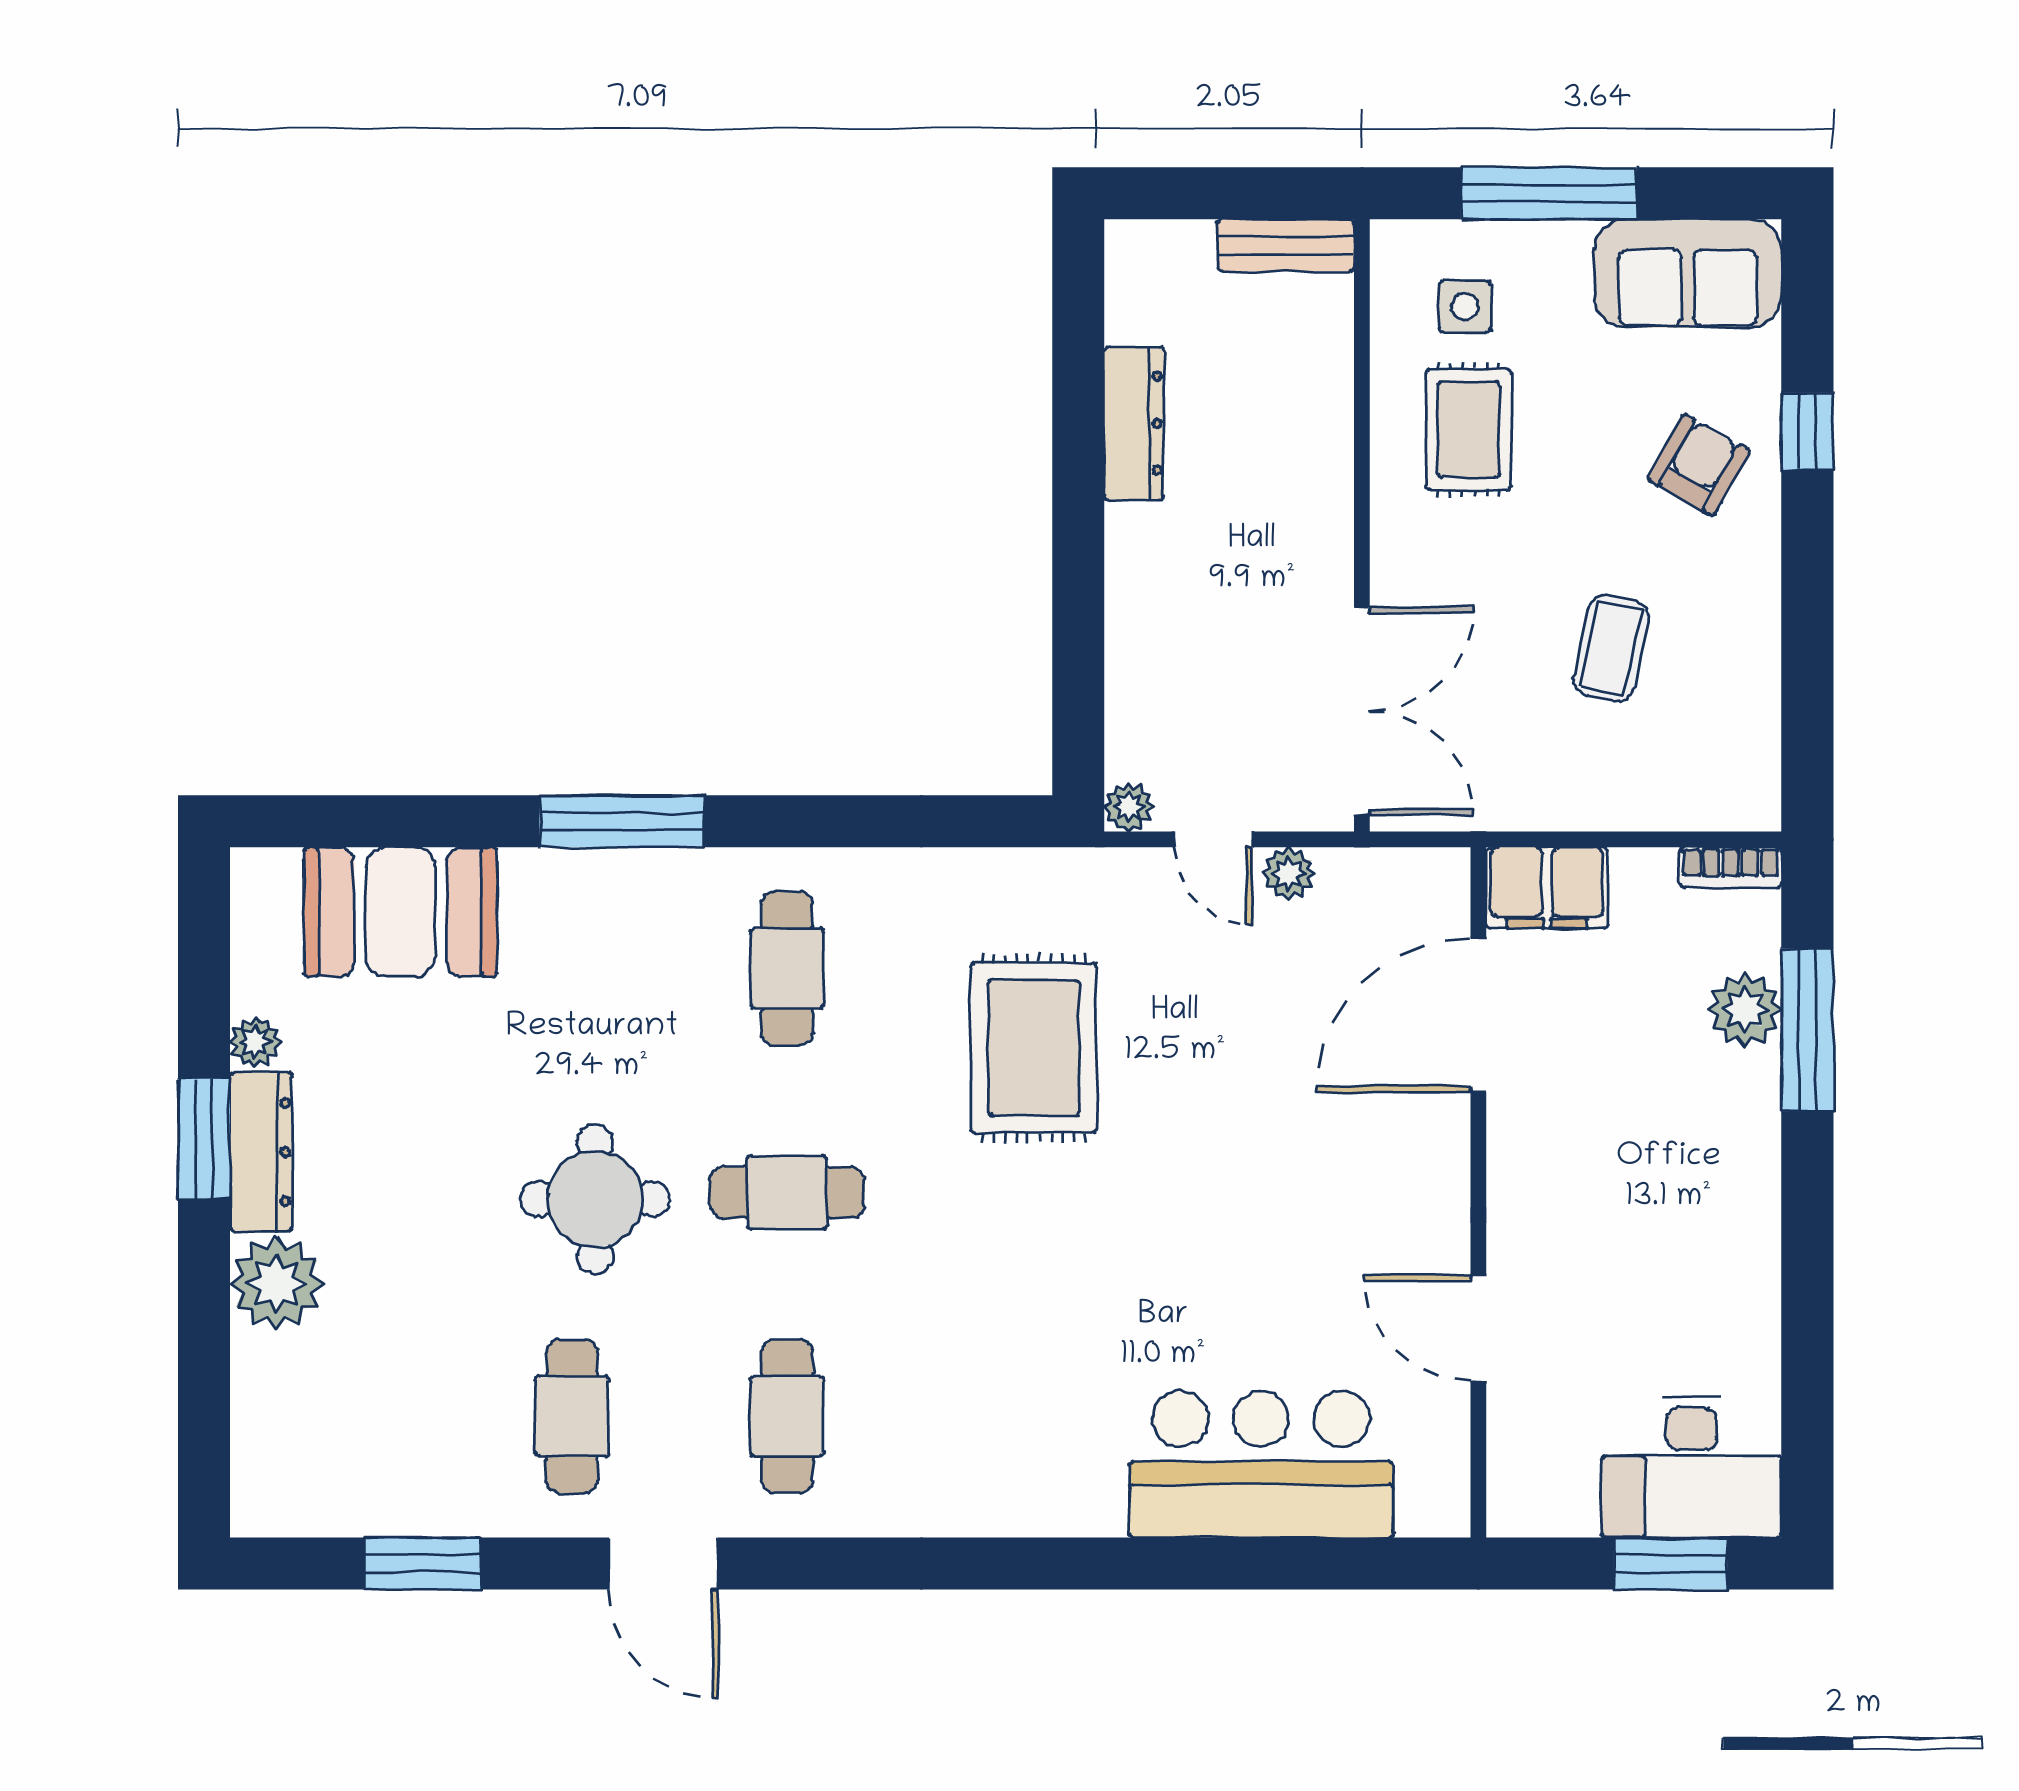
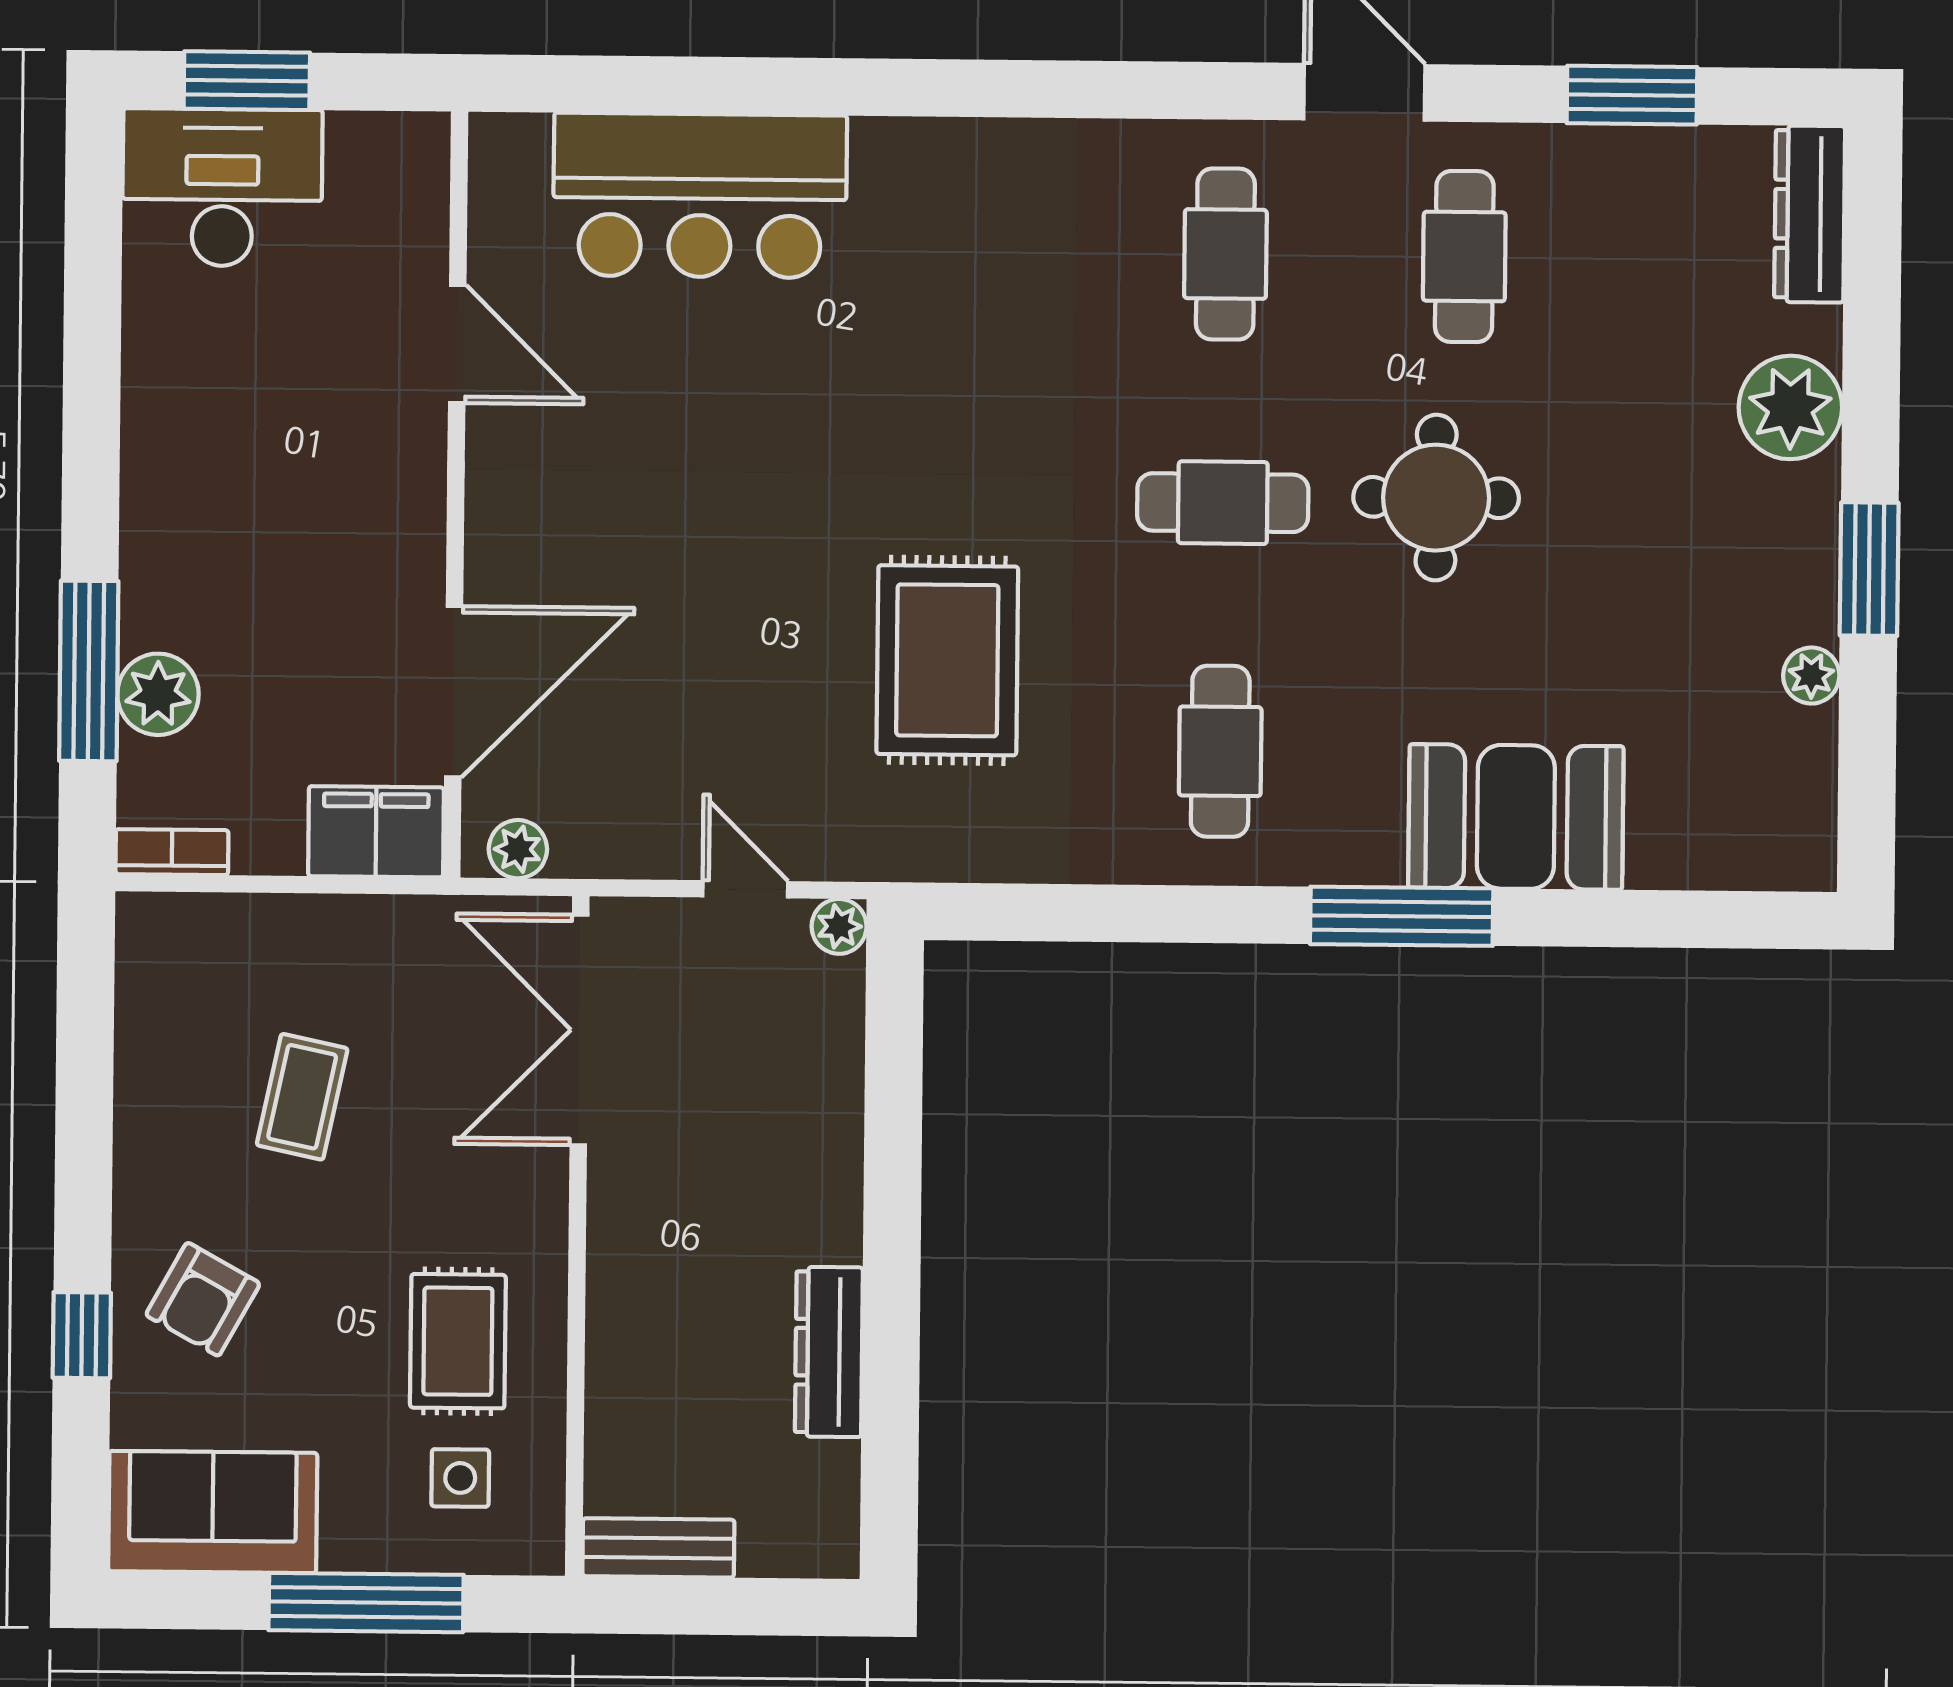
plant: (1289, 873) -> (518, 849), moved
booth: (400, 912) -> (1516, 817), moved
dresser: (261, 1152) -> (1810, 214), moved

